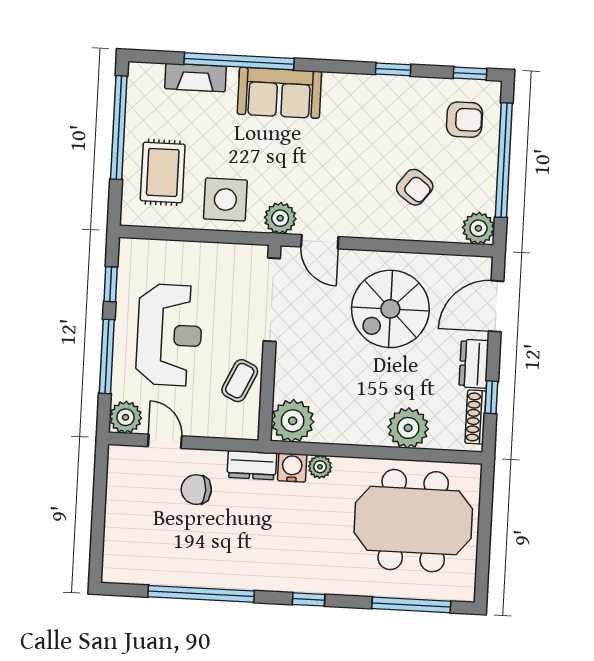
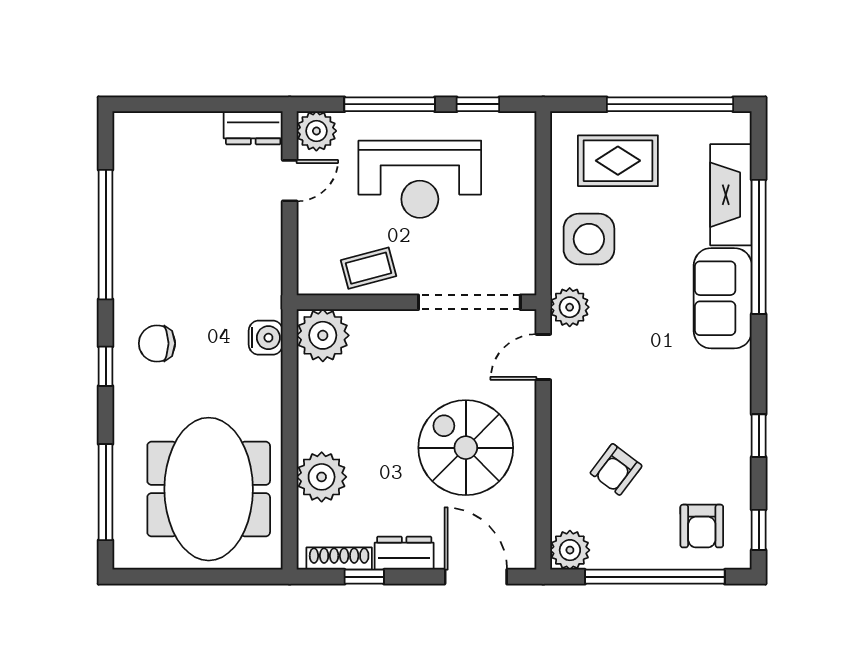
fireplace: (195, 78) -> (731, 195), width x1.37, depth x1.32
coffee table: (240, 381) -> (369, 268), turned -40
dresser: (252, 465) -> (253, 128), moved, turned -90
plant: (320, 467) -> (268, 372), removed
chair: (196, 490) -> (157, 343), moved, turned -90

